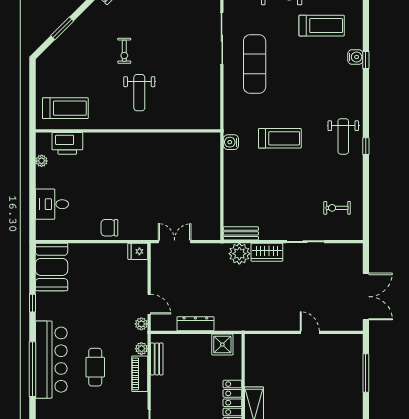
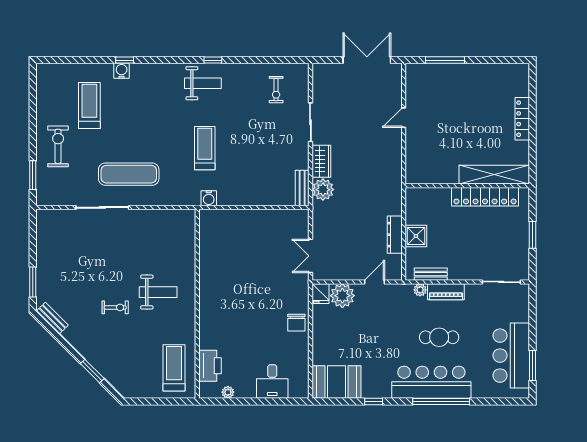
plant: (141, 324) -> (342, 296), moved, width x1.88, depth x1.88
shower: (222, 345) -> (416, 236), moved

